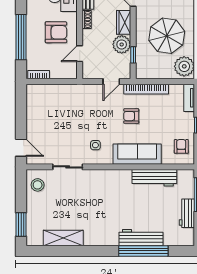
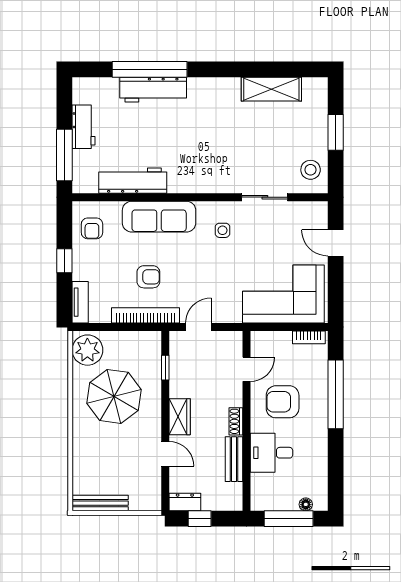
plant: (122, 44) -> (183, 383), removed
corner sofa: (55, 103) -> (283, 294), added
armchair: (131, 116) -> (148, 277), moved
door: (21, 148) -> (336, 243), moved
window: (21, 225) -> (336, 132), moved

